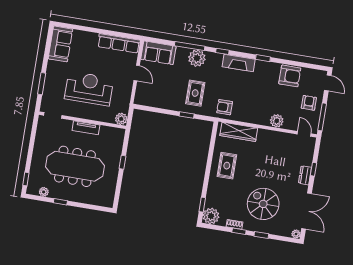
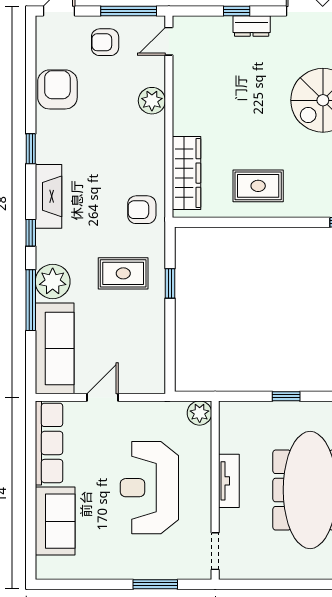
sofa: (60, 44) -> (55, 521), moved, turned 90
sofa: (158, 53) -> (55, 348), width x1.36
armchair: (225, 107) -> (142, 210), turned 90

